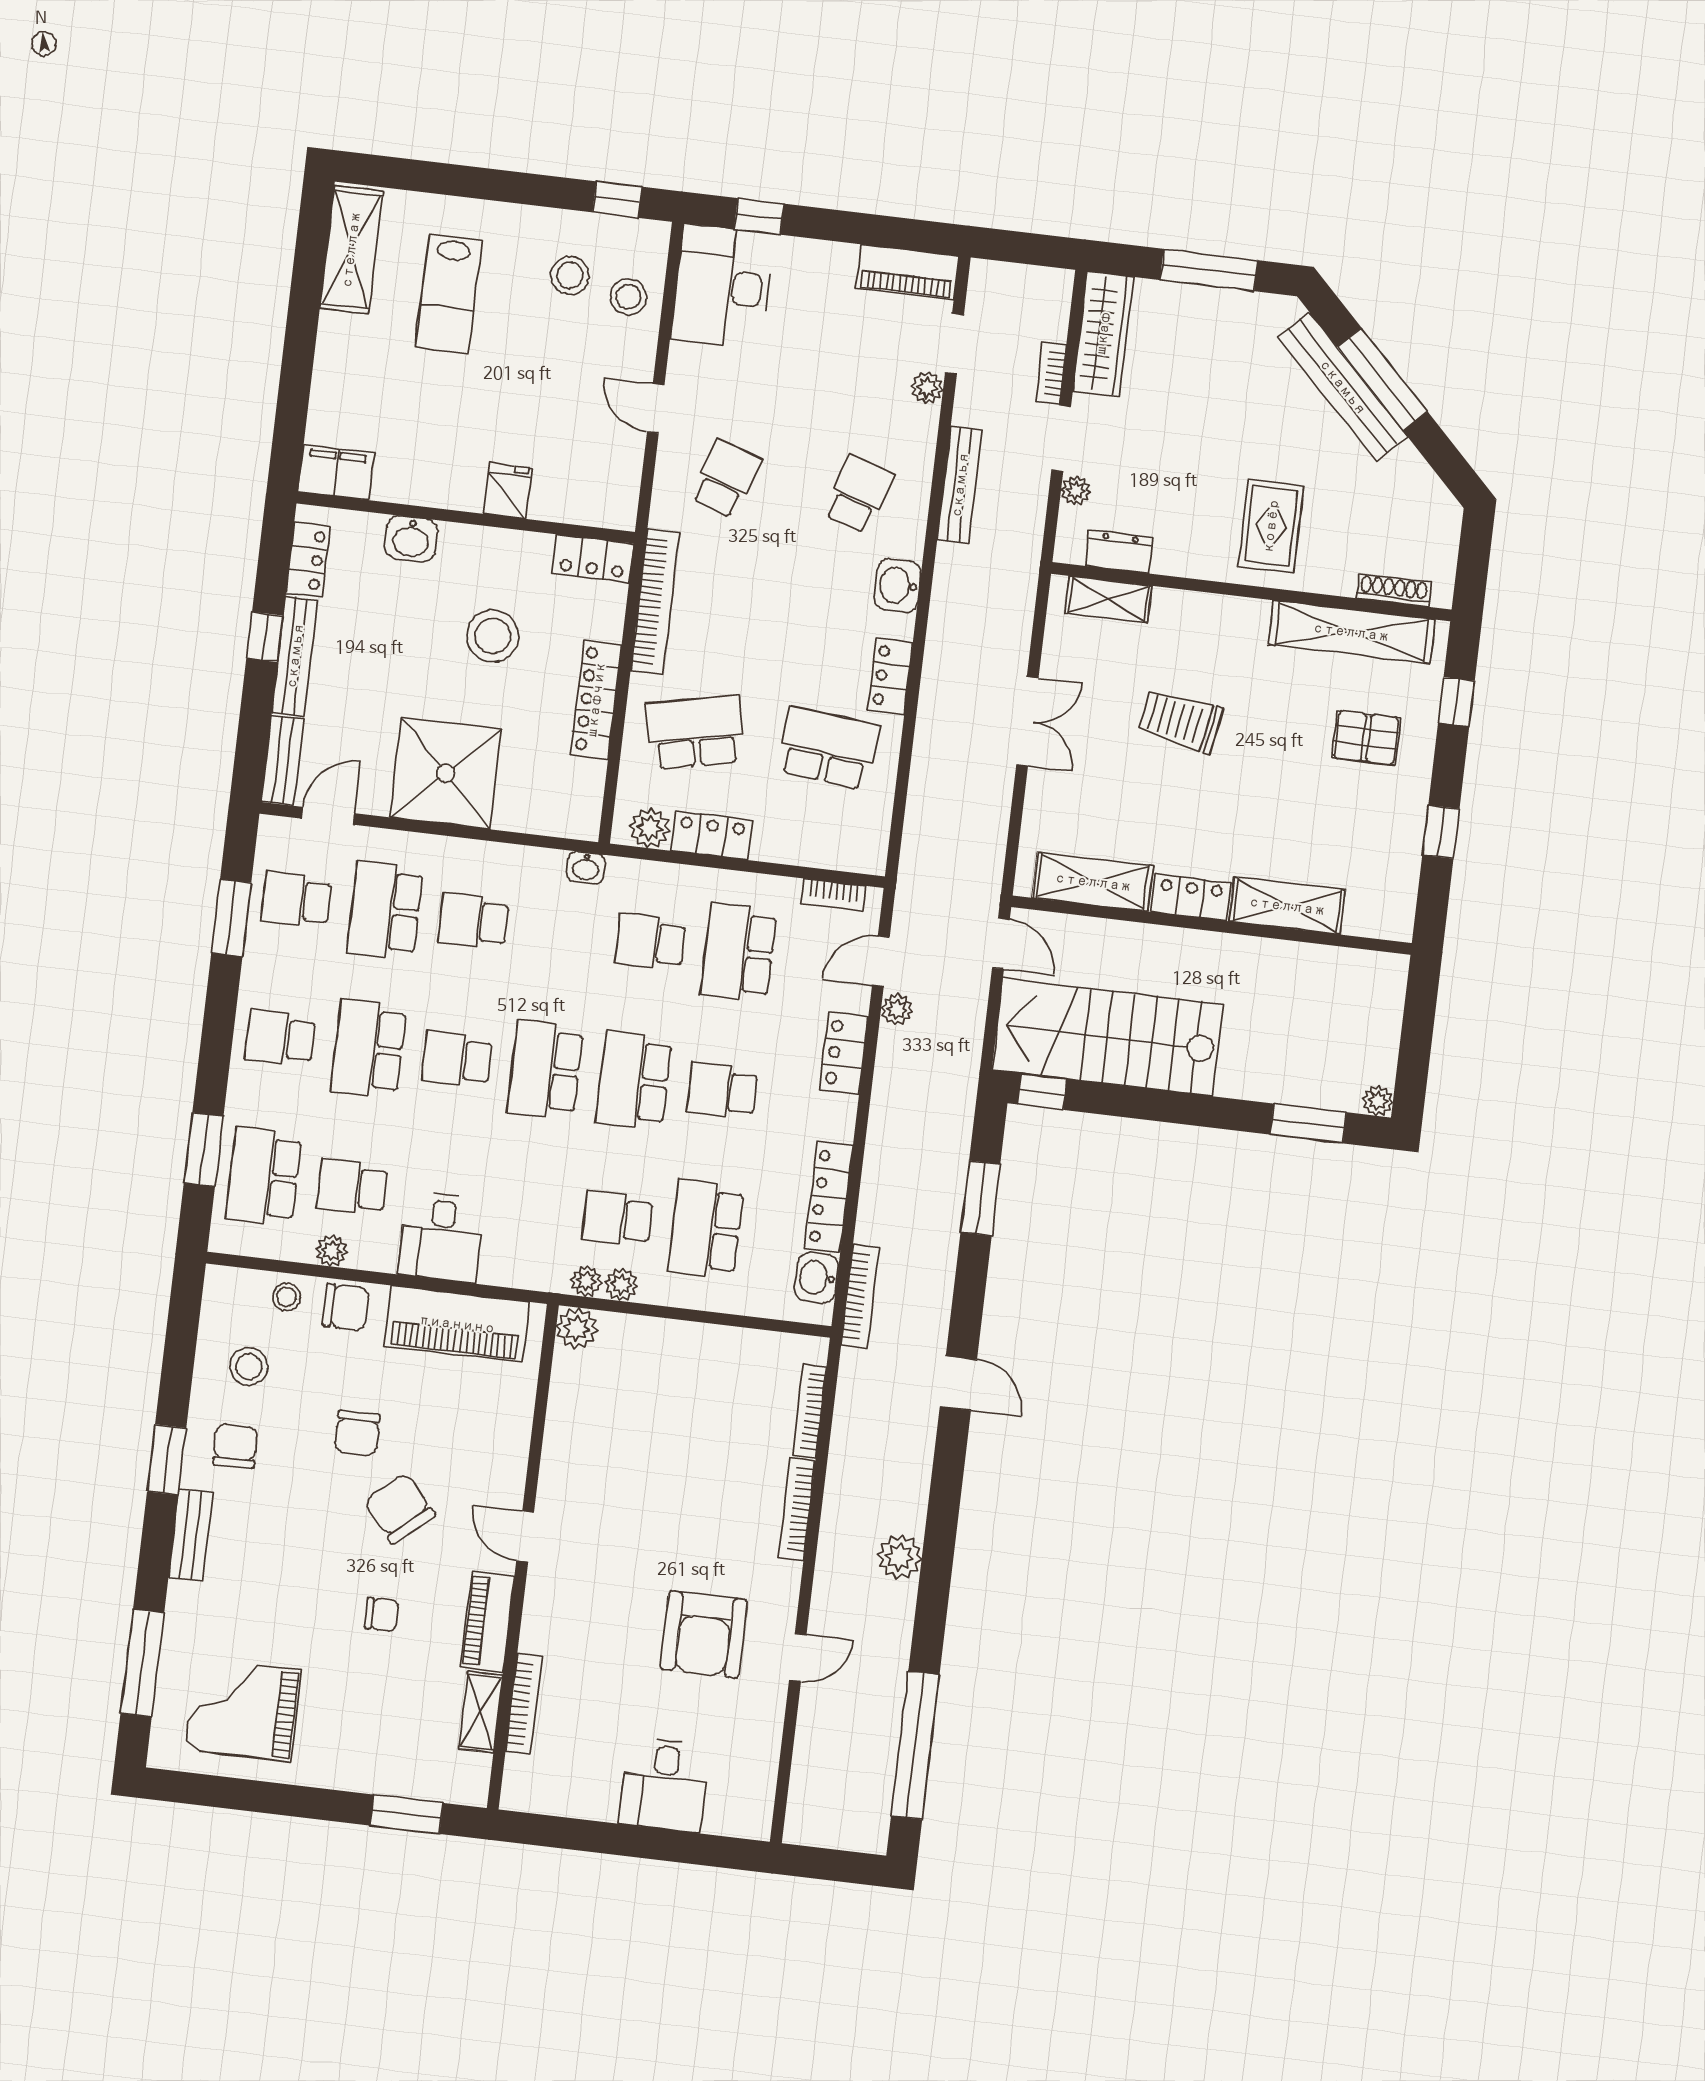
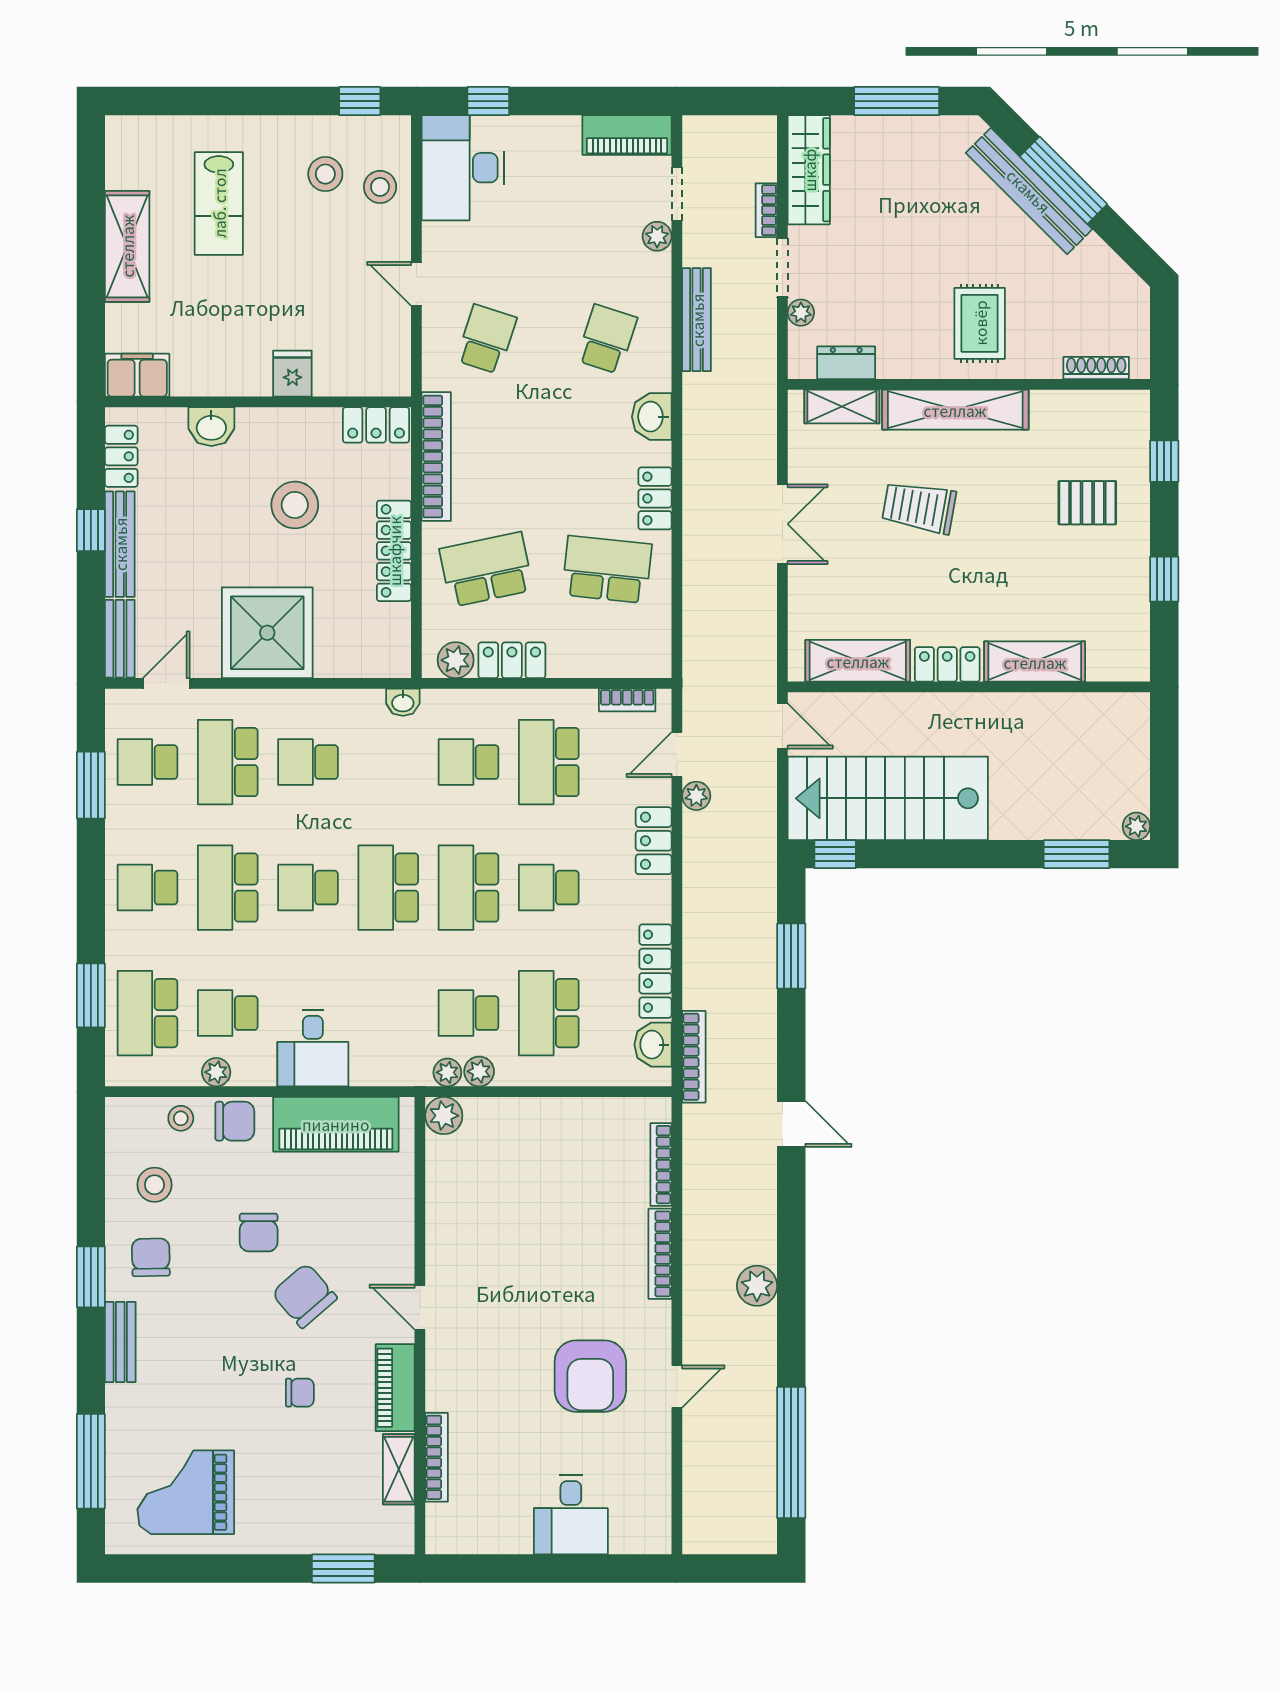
shelving: (351, 250) -> (127, 246), moved
shelving: (1351, 632) -> (955, 410), moved

